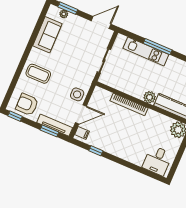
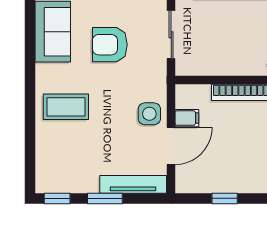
armchair: (27, 104) -> (110, 45), moved
window: (49, 131) -> (105, 198), moved
filing cabinet: (82, 133) -> (187, 118), moved

